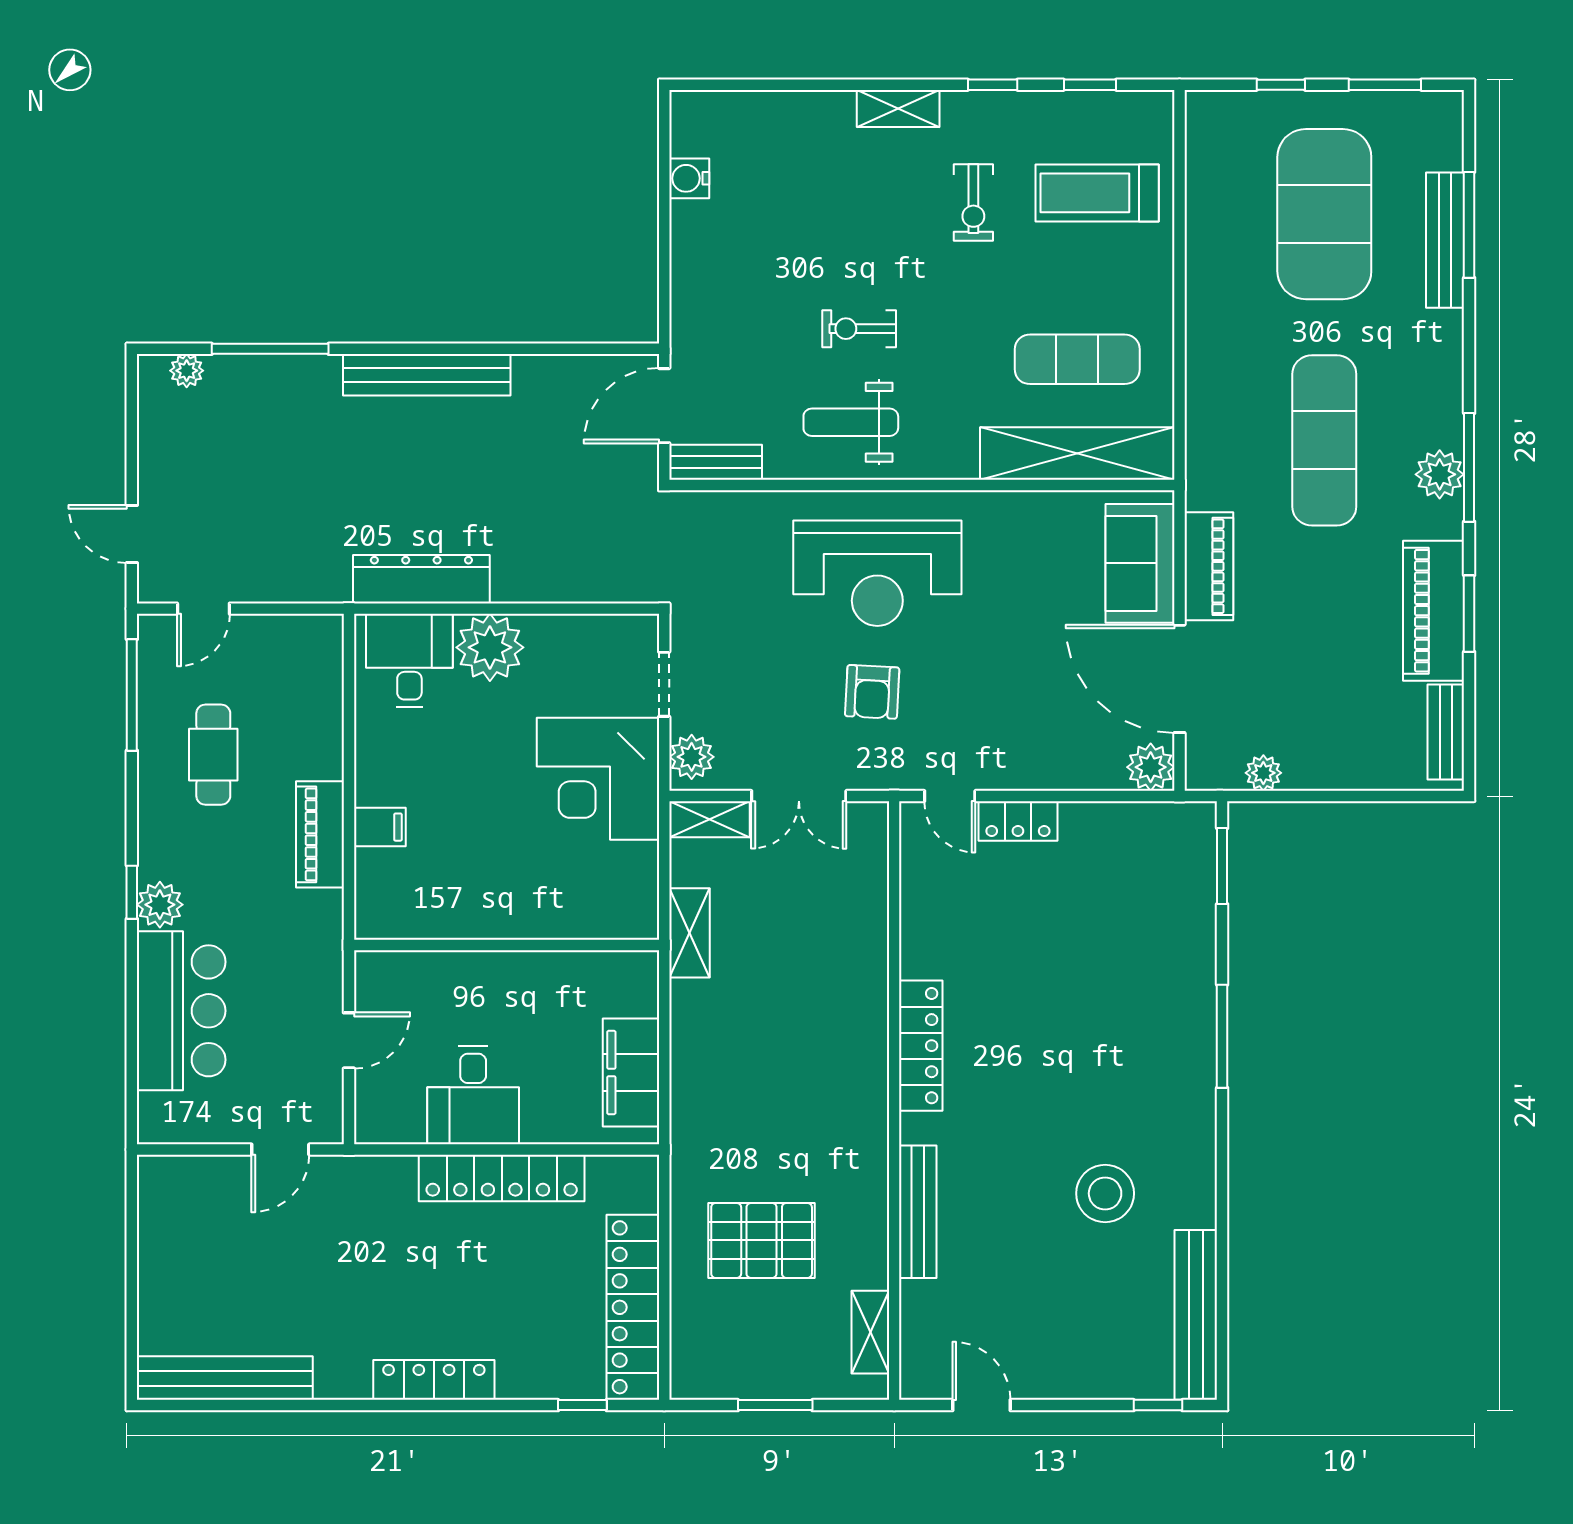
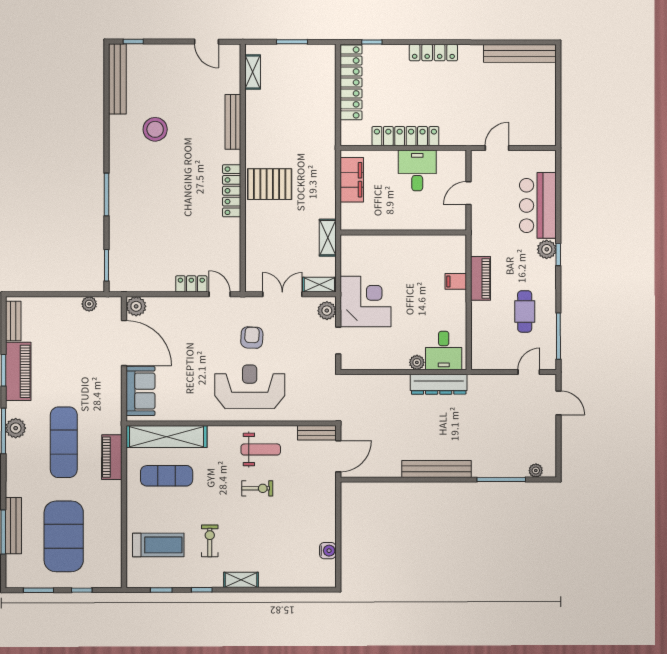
piano: (1209, 566) -> (112, 457), moved
plant: (490, 647) -> (417, 362), width x0.53, depth x0.53
pallet: (762, 1240) -> (270, 184), moved

